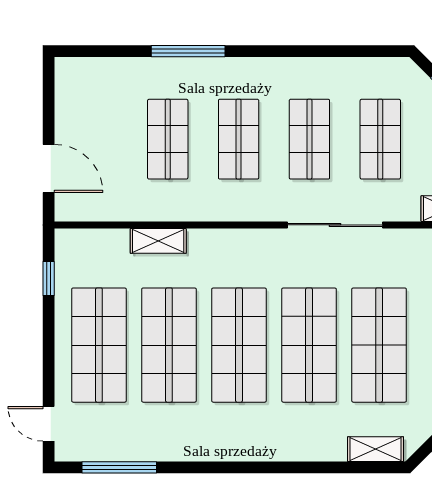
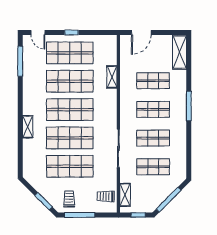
window: (188, 51) -> (189, 106), moved
shelving: (97, 74) -> (180, 52), added
window: (49, 279) -> (71, 33), moved
door: (49, 424) -> (38, 33), swing flipped
shelving: (376, 449) -> (28, 127), moved

